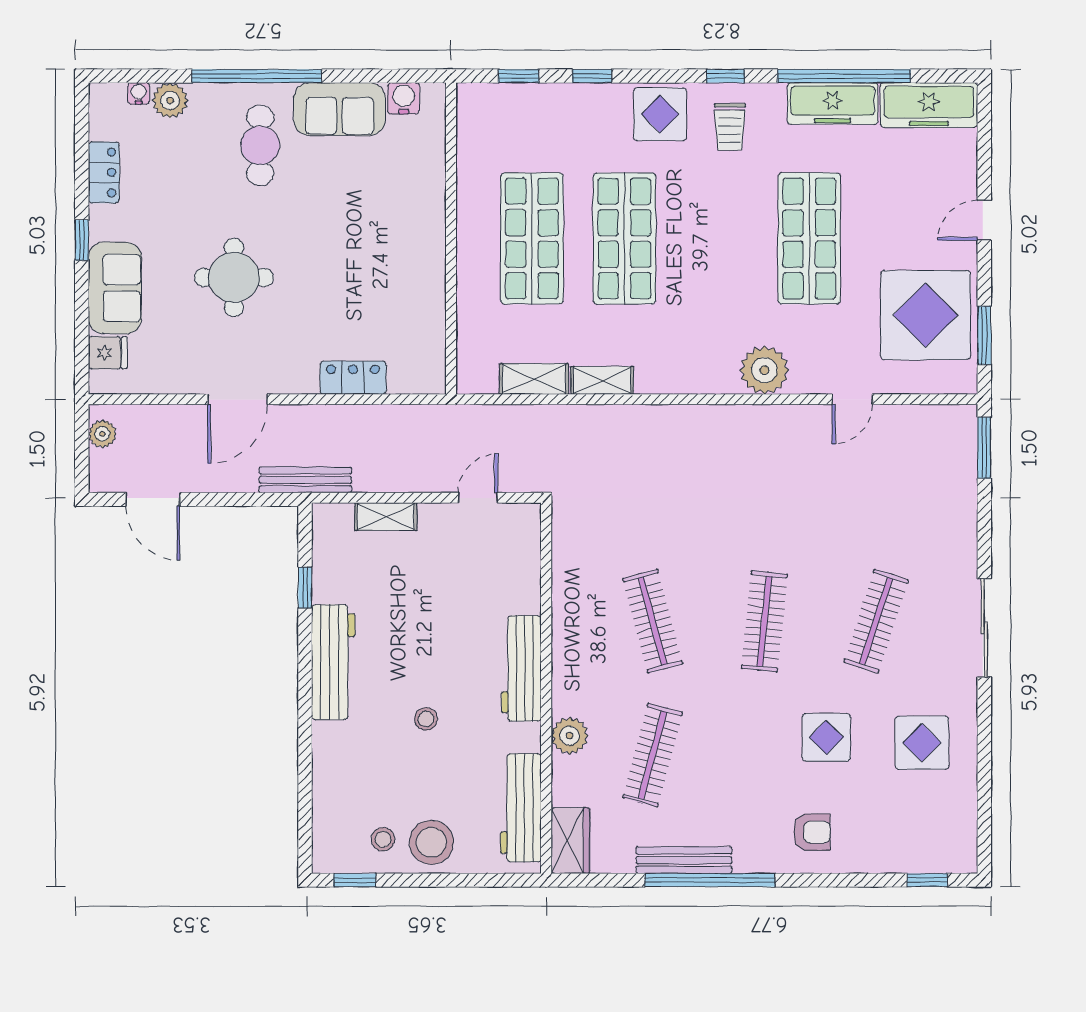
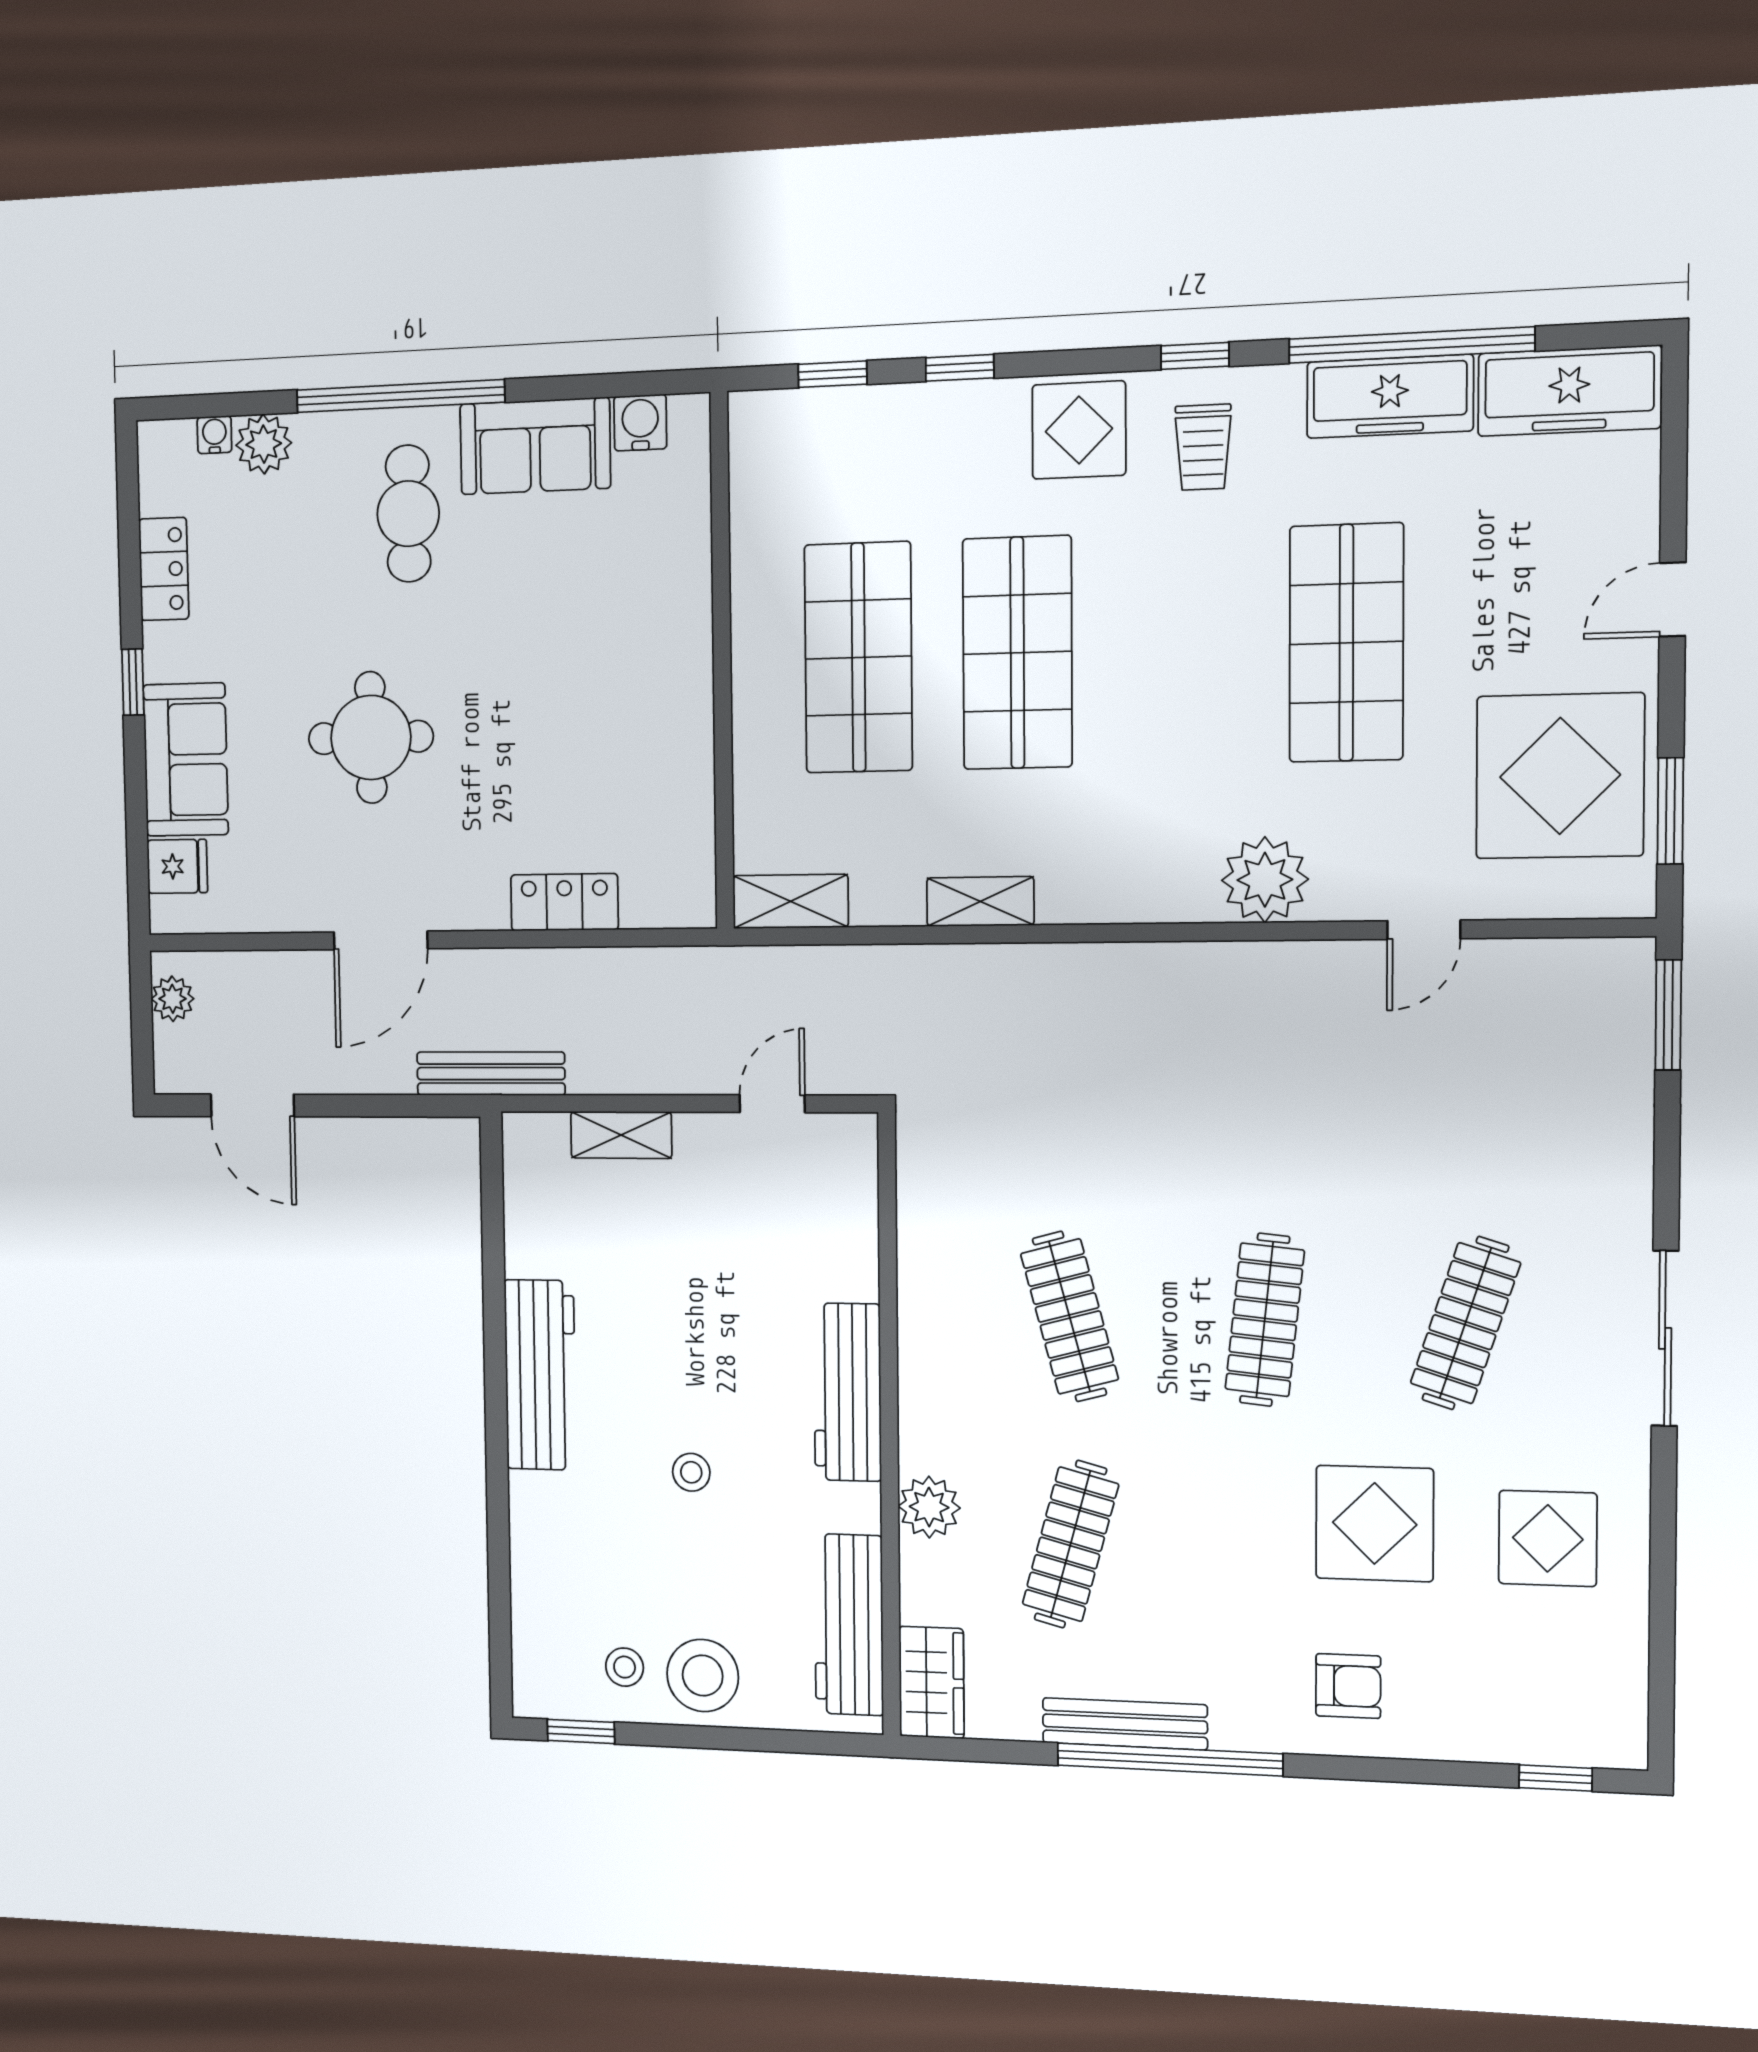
shelving: (534, 379) -> (790, 901), moved
window: (305, 588) -> (493, 1252), removed
display table: (826, 737) -> (1375, 1523), width x1.36, depth x1.36

